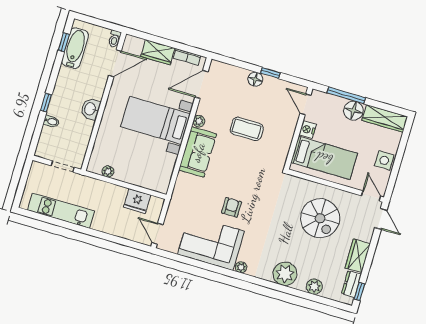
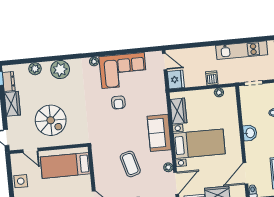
plant: (199, 121) -> (168, 167), moved
coffee table: (247, 129) -> (130, 164), turned 74
nightstand: (308, 129) -> (86, 181), removed
wardrobe: (165, 169) -> (178, 111), added
dishwasher: (110, 192) -> (212, 78), added
door: (371, 196) -> (30, 150), moved
fridge: (137, 201) -> (176, 79), moved, turned 90
spiral stairs: (320, 218) -> (51, 120), turned 180

